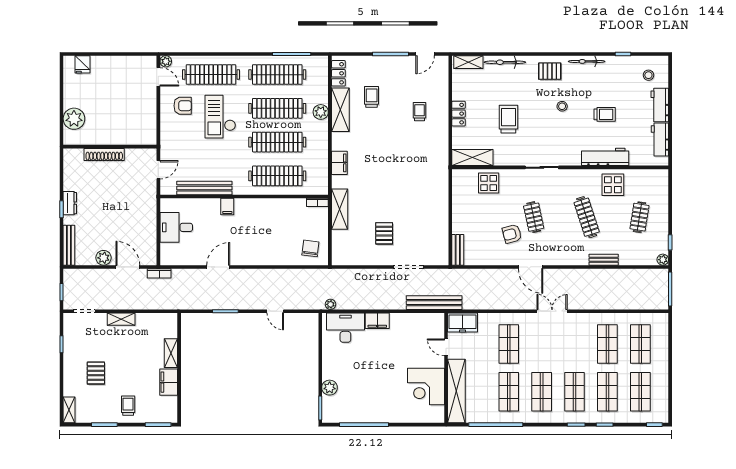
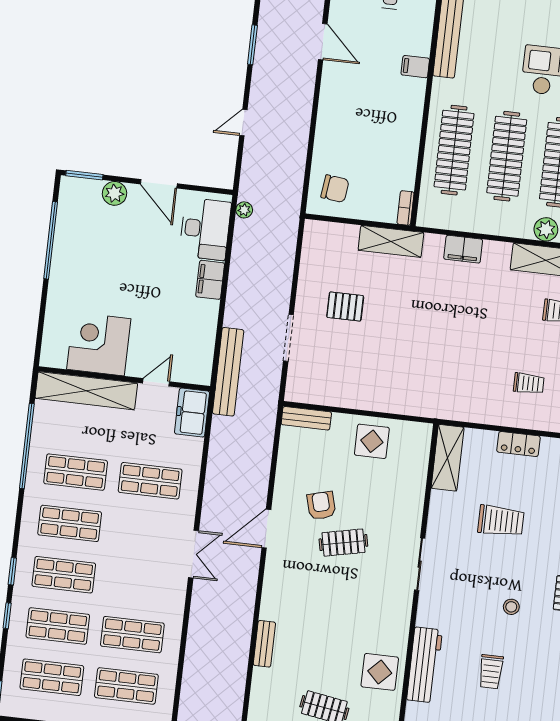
display table: (489, 183) -> (372, 441), moved
clothes rail: (587, 217) -> (334, 625), removed
door: (320, 360) -> (159, 184), added

